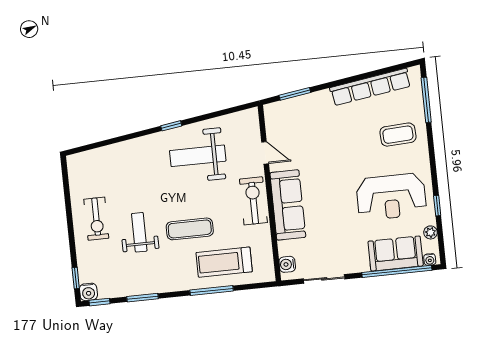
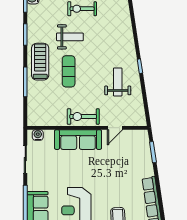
weight bench: (198, 156) -> (118, 82), width x0.73, depth x0.75
exercise bike: (253, 201) -> (83, 117), turned 180
treadmill: (224, 262) -> (40, 62), moved

